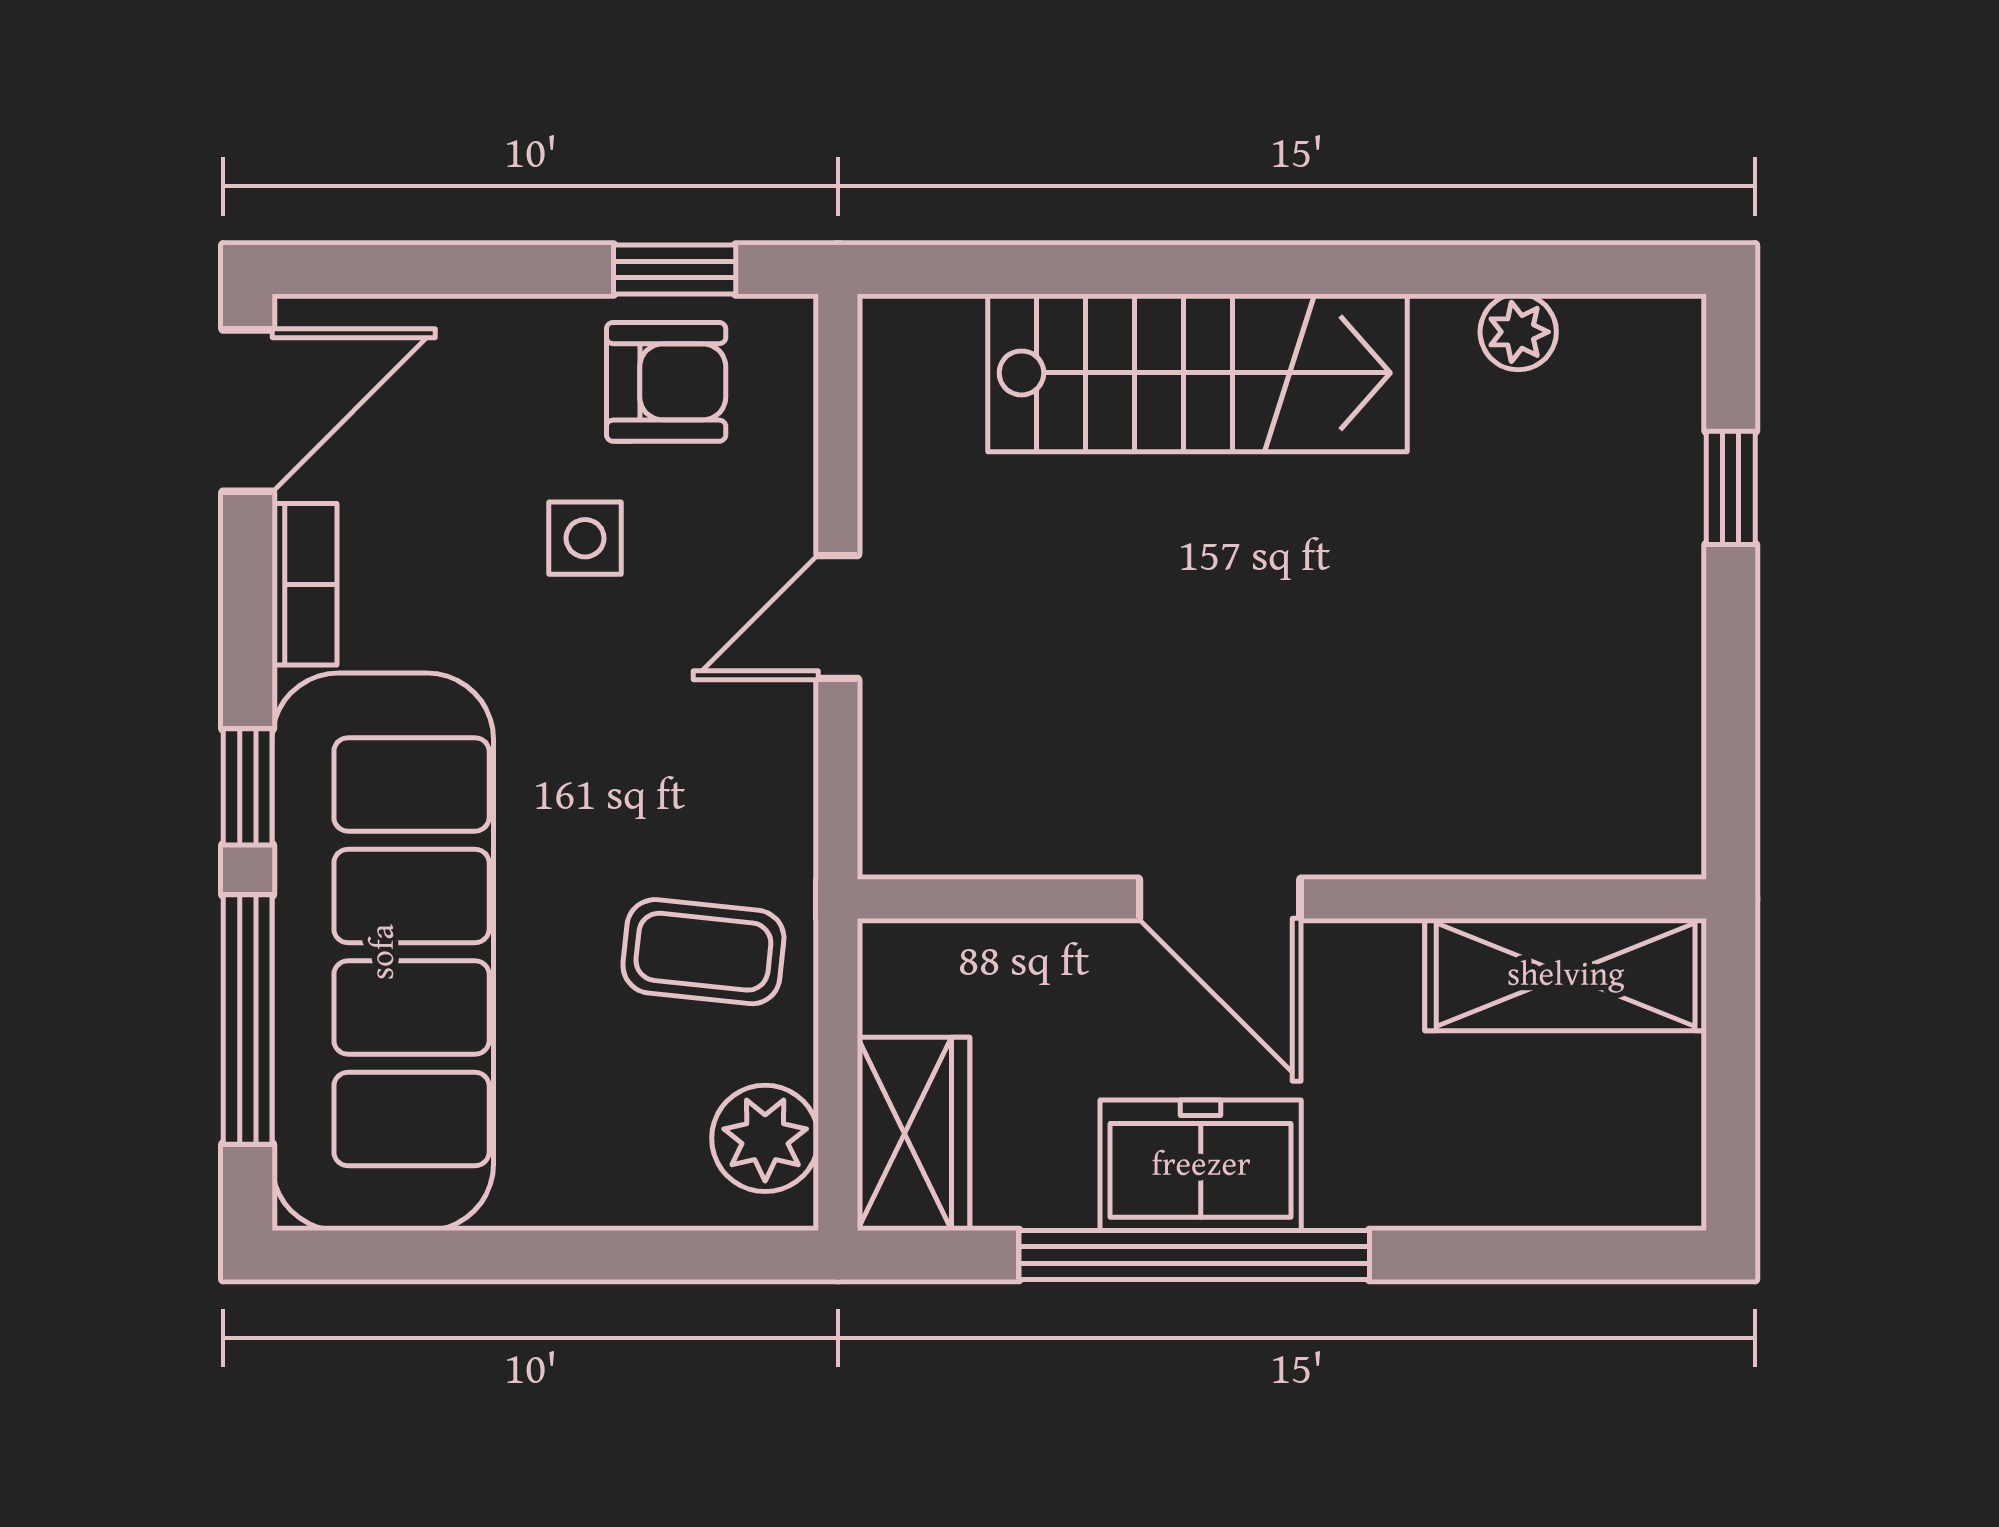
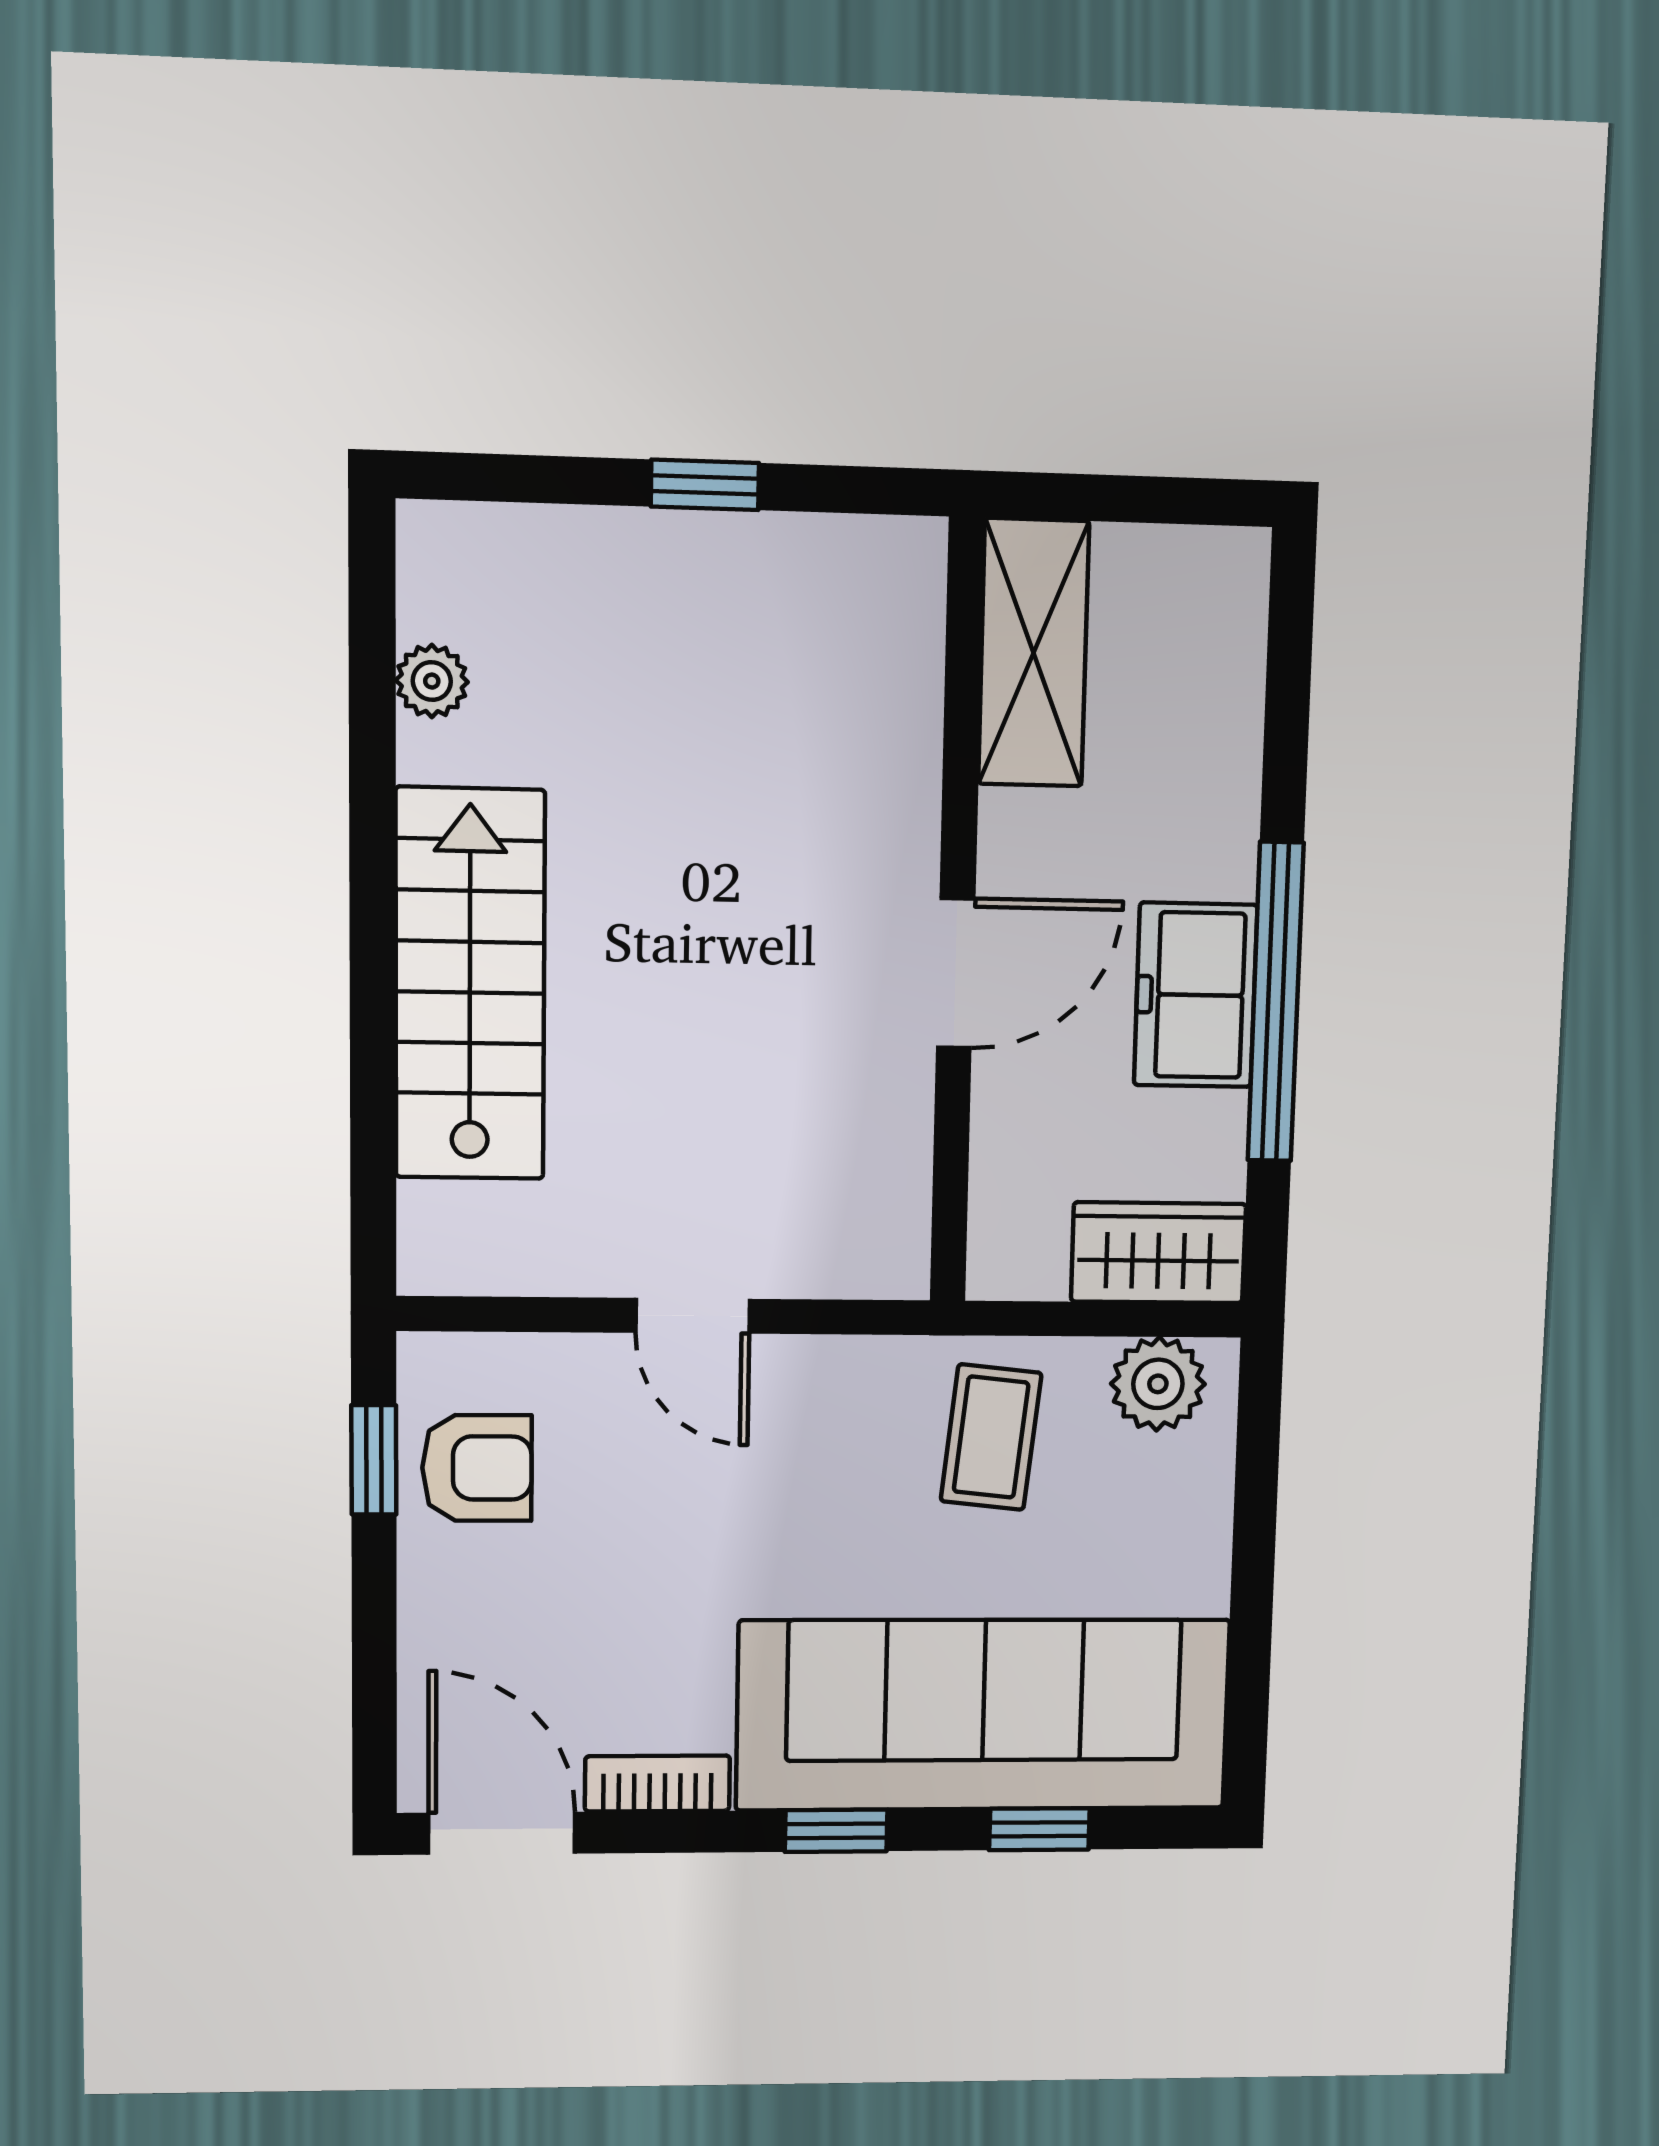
armchair: (666, 382) -> (477, 1468), turned 90
window: (1731, 488) -> (705, 485), moved
side table: (585, 538) -> (619, 1540), removed
window: (248, 1020) -> (1039, 1829), width x0.46

